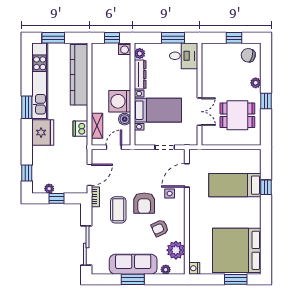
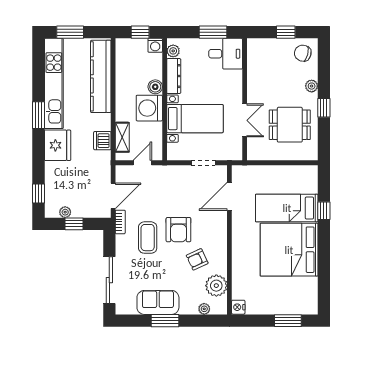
boiler: (125, 119) -> (155, 87), moved
side table: (170, 193) -> (209, 218), removed
bed: (237, 250) -> (289, 250), moved
sofa: (133, 264) -> (158, 302), width x0.73

